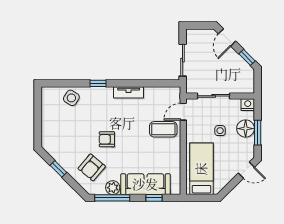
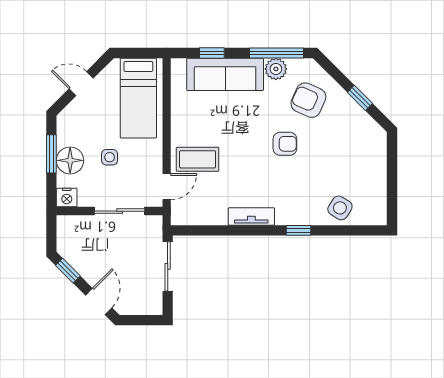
armchair: (92, 167) -> (308, 100), turned -106
door: (246, 170) -> (81, 84), moved

